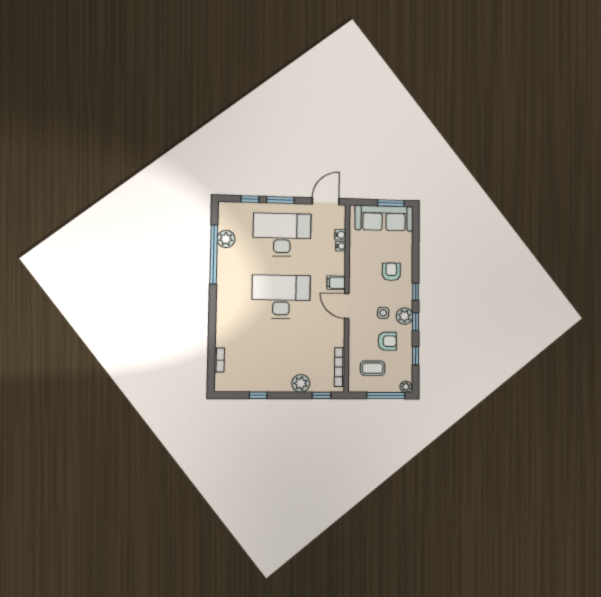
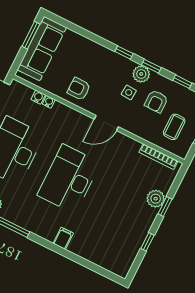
armchair: (391, 272) -> (79, 89), moved
filing cabinet: (336, 283) -> (63, 238), moved, turned 180
armchair: (387, 341) -> (156, 101), turned 180
bookcase: (219, 360) -> (99, 261), removed
window: (321, 395) -> (165, 207), moved

